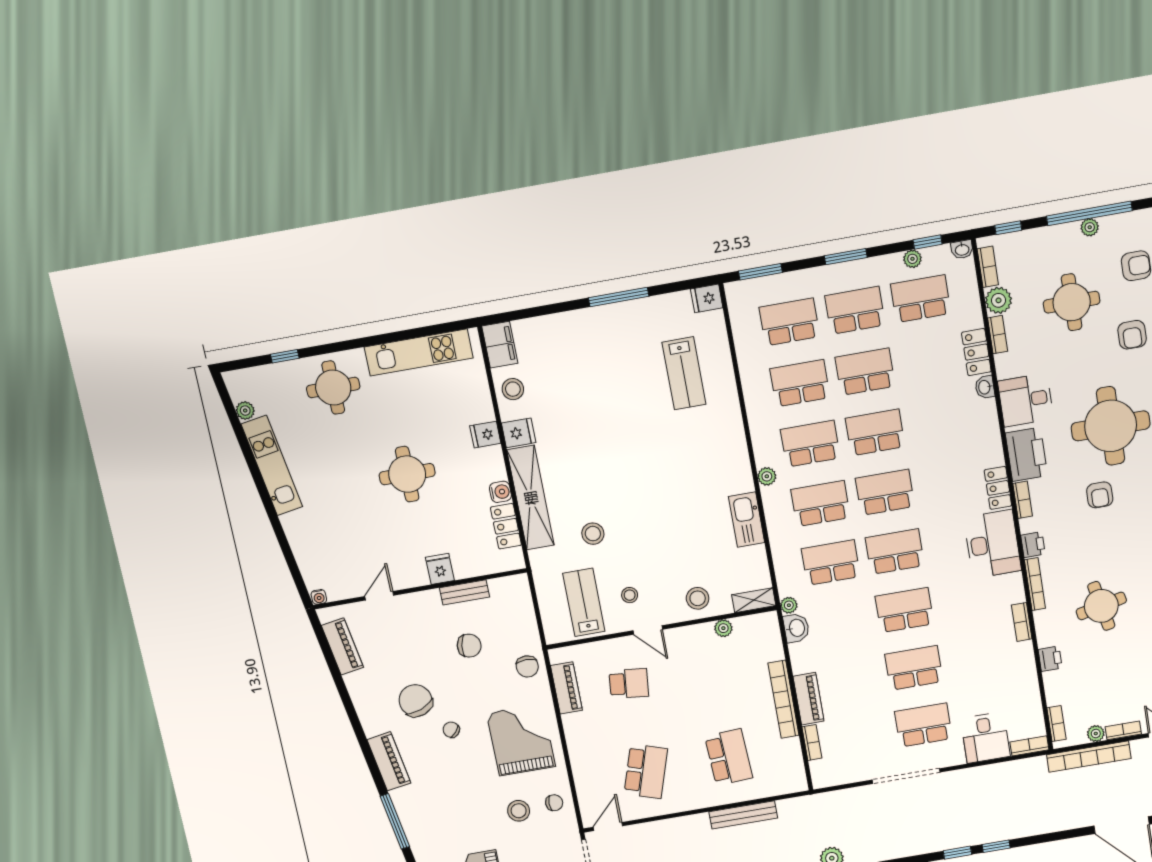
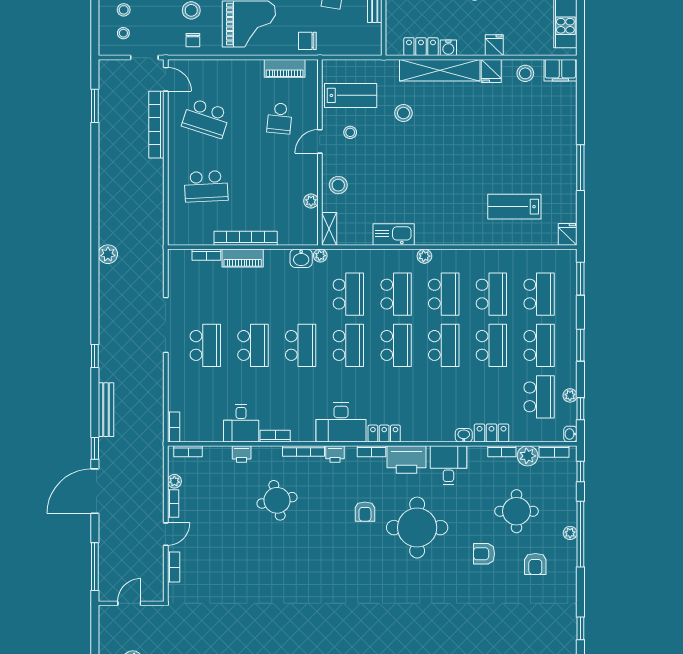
armchair: (1100, 495) -> (365, 512), turned -90
desk: (985, 738) -> (241, 423), moved, turned -90
bookcase: (1089, 757) -> (156, 125), moved
bench: (743, 815) -> (106, 410), moved
window: (996, 846) -> (95, 448), moved

